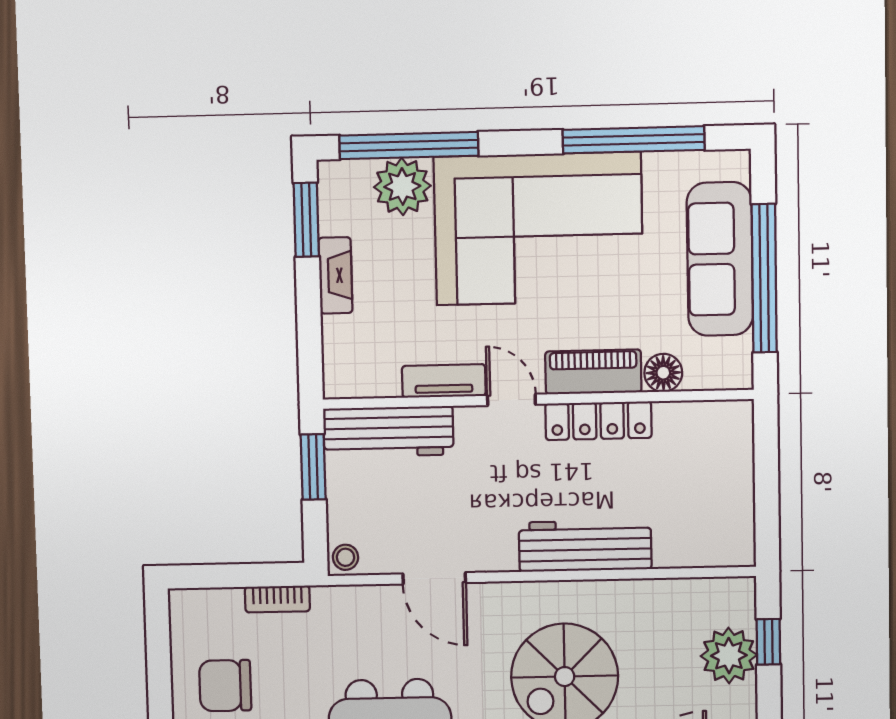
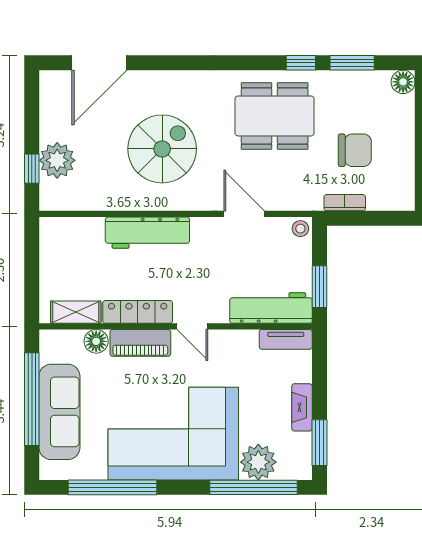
tv unit: (444, 381) -> (286, 339), moved
shelving: (696, 418) -> (76, 312), added
chair: (225, 686) -> (355, 150), moved

